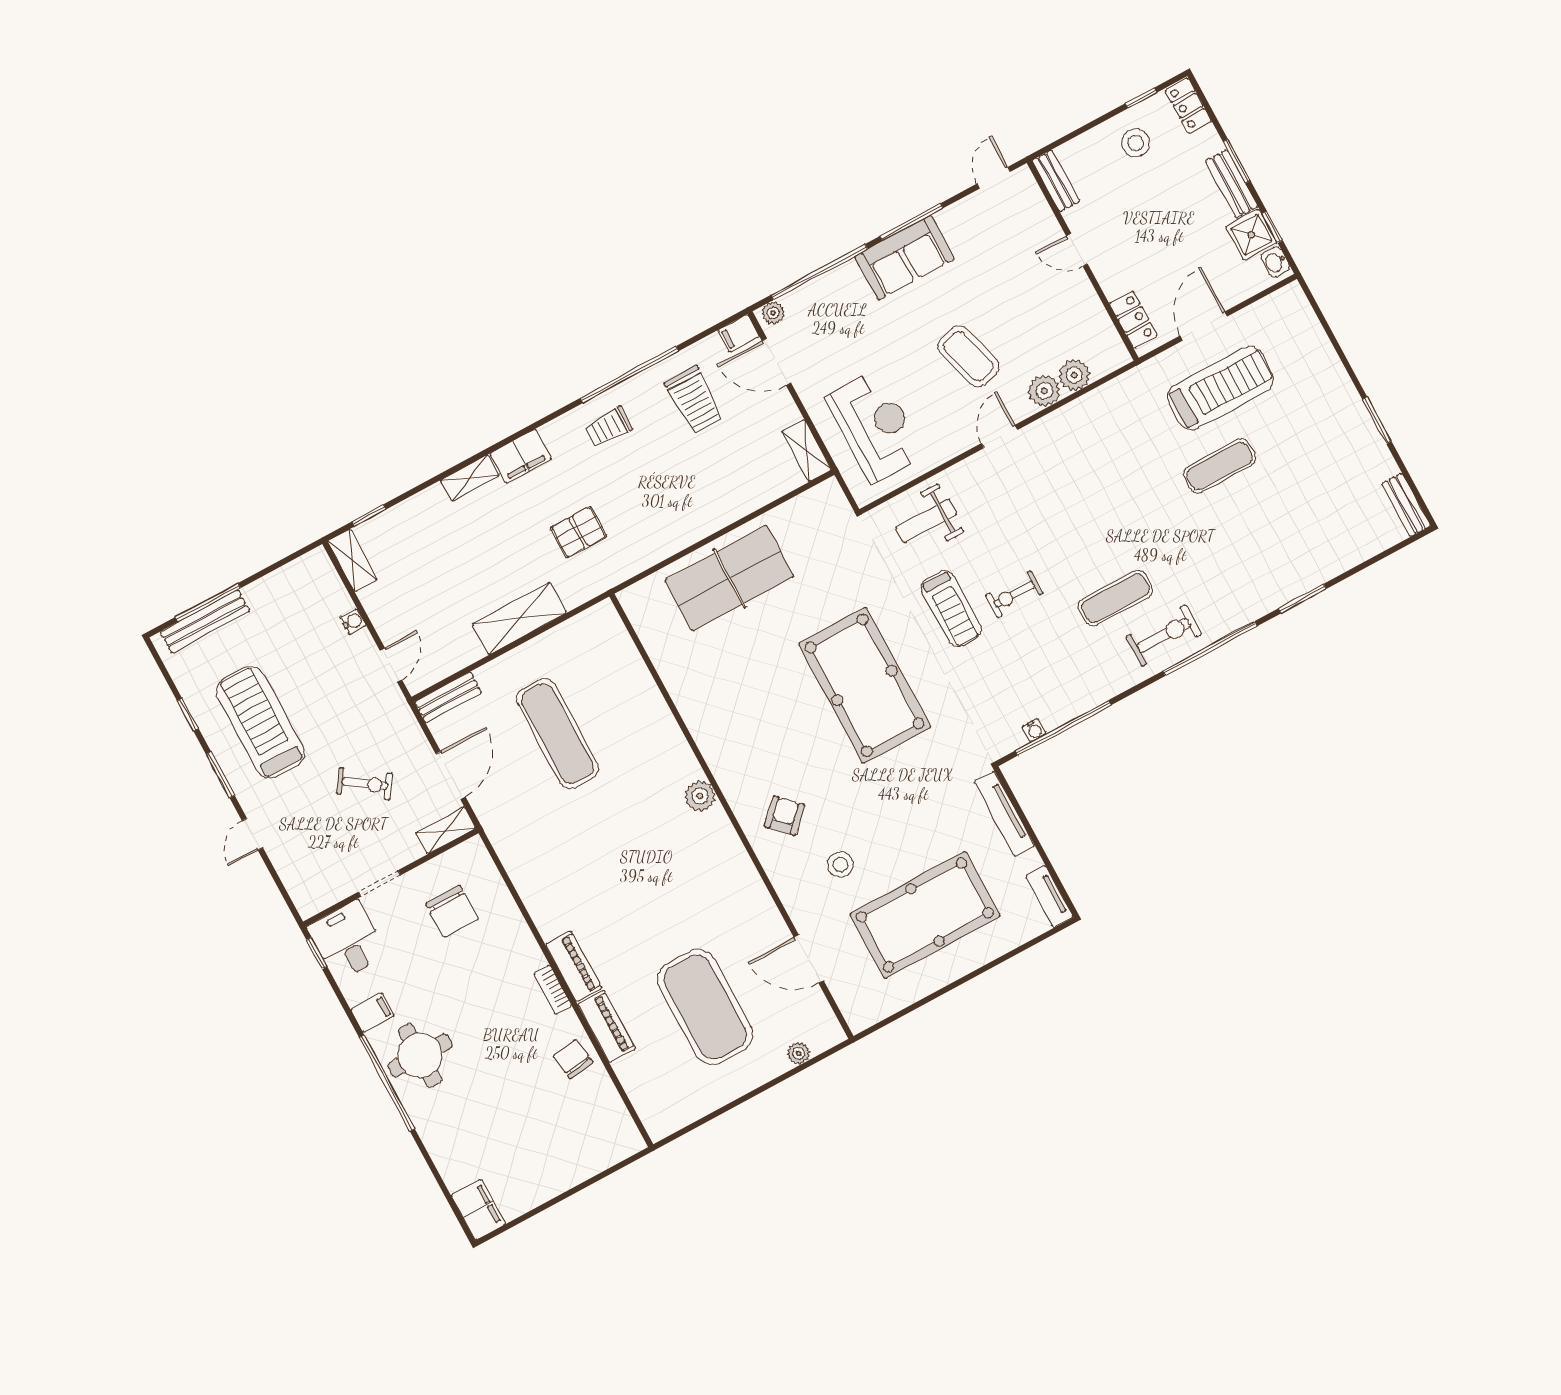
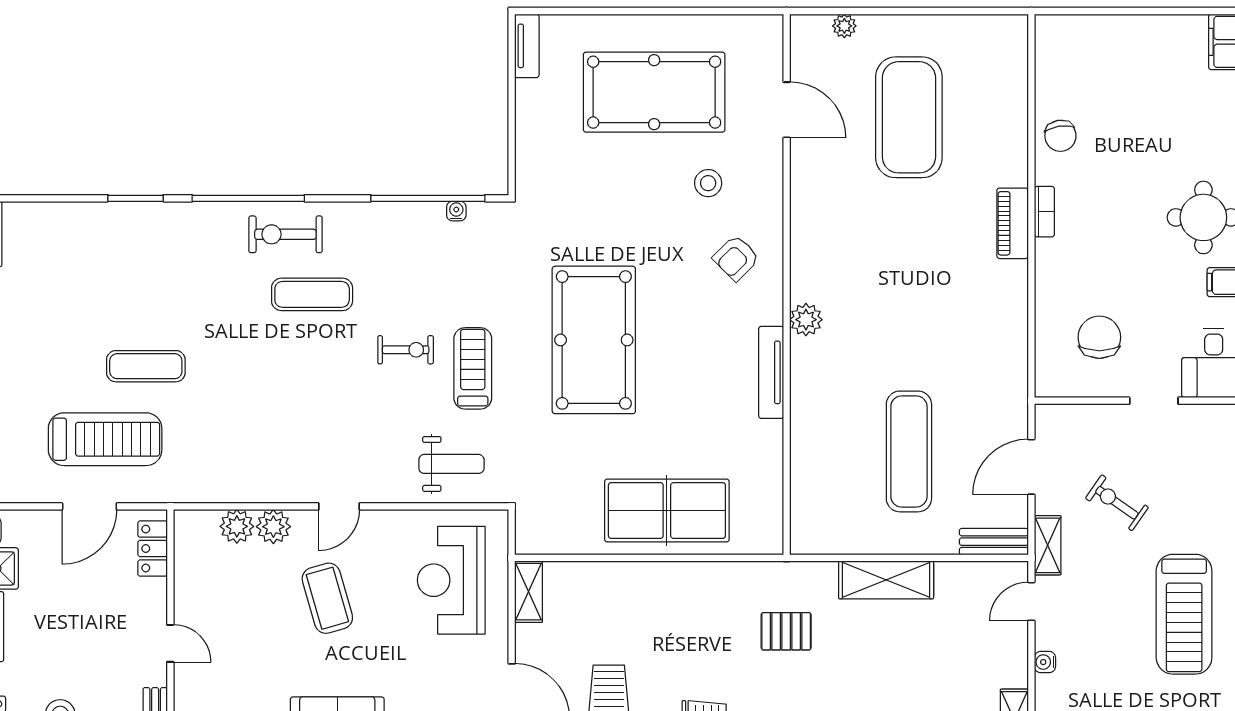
treadmill: (1221, 388) -> (105, 439), turned 180
tv unit: (1004, 814) -> (771, 372), moved, turned 180
shelving: (446, 830) -> (1048, 545), moved, turned 90
piano: (606, 1026) -> (1012, 150), removed

